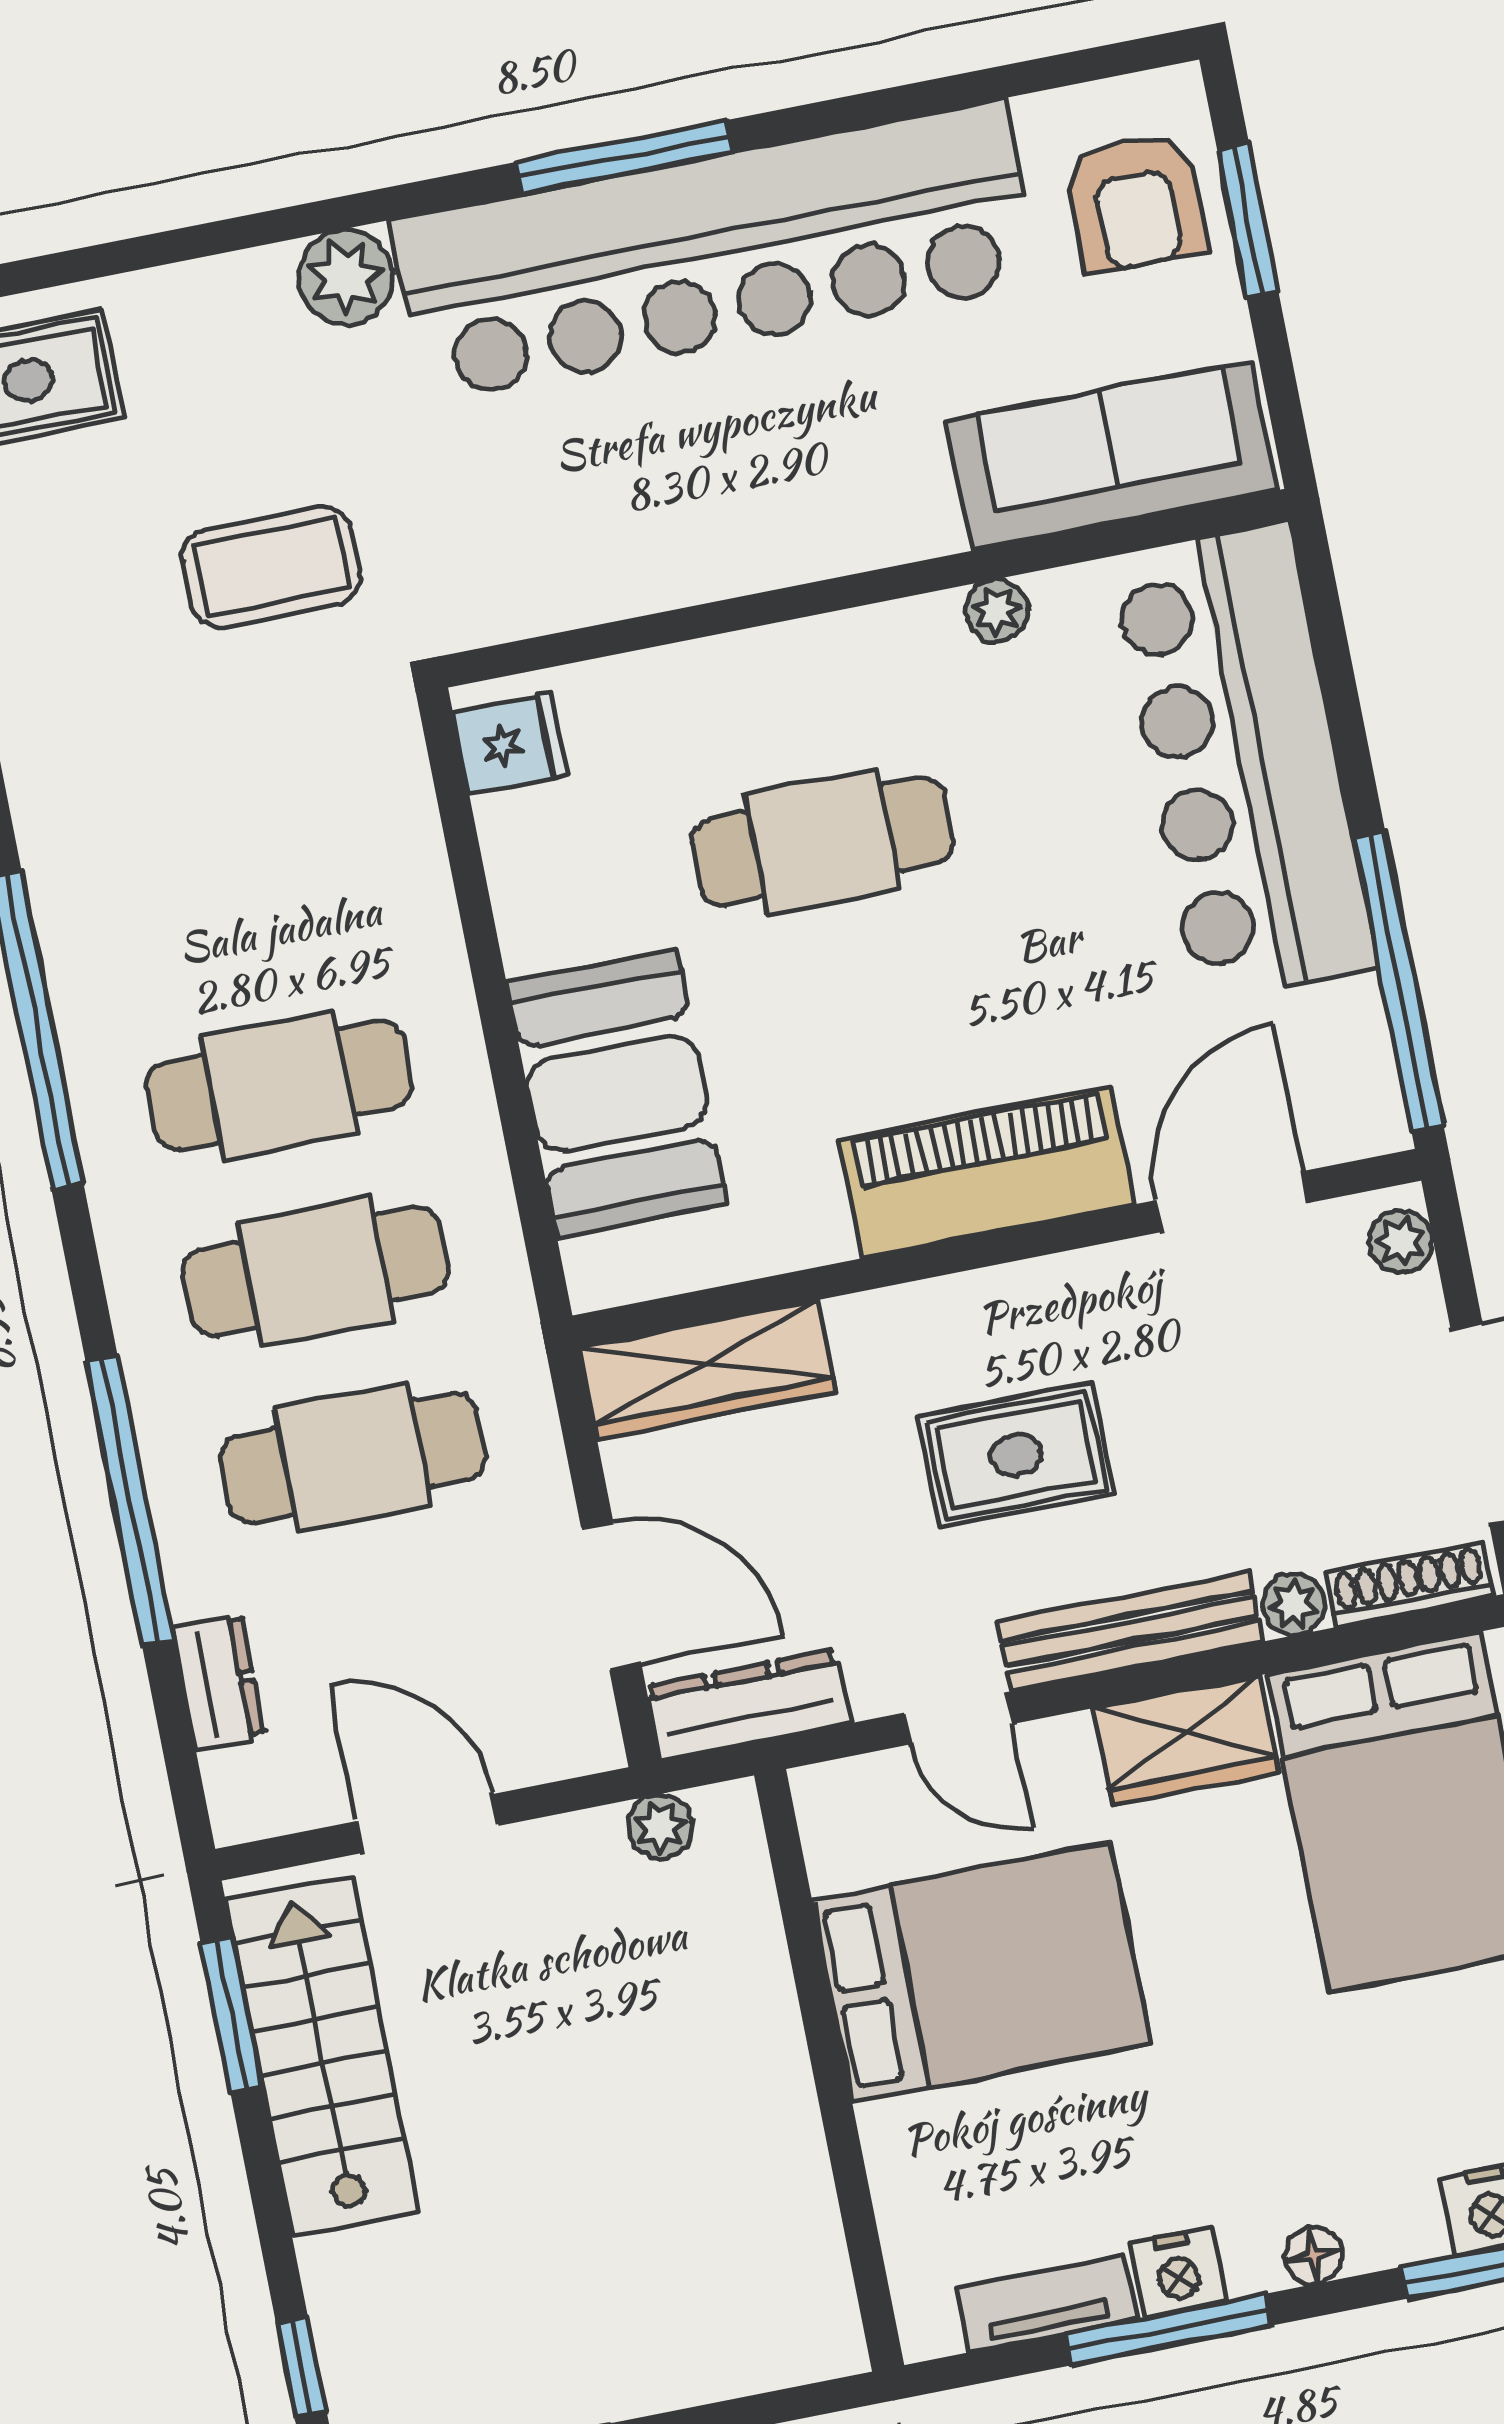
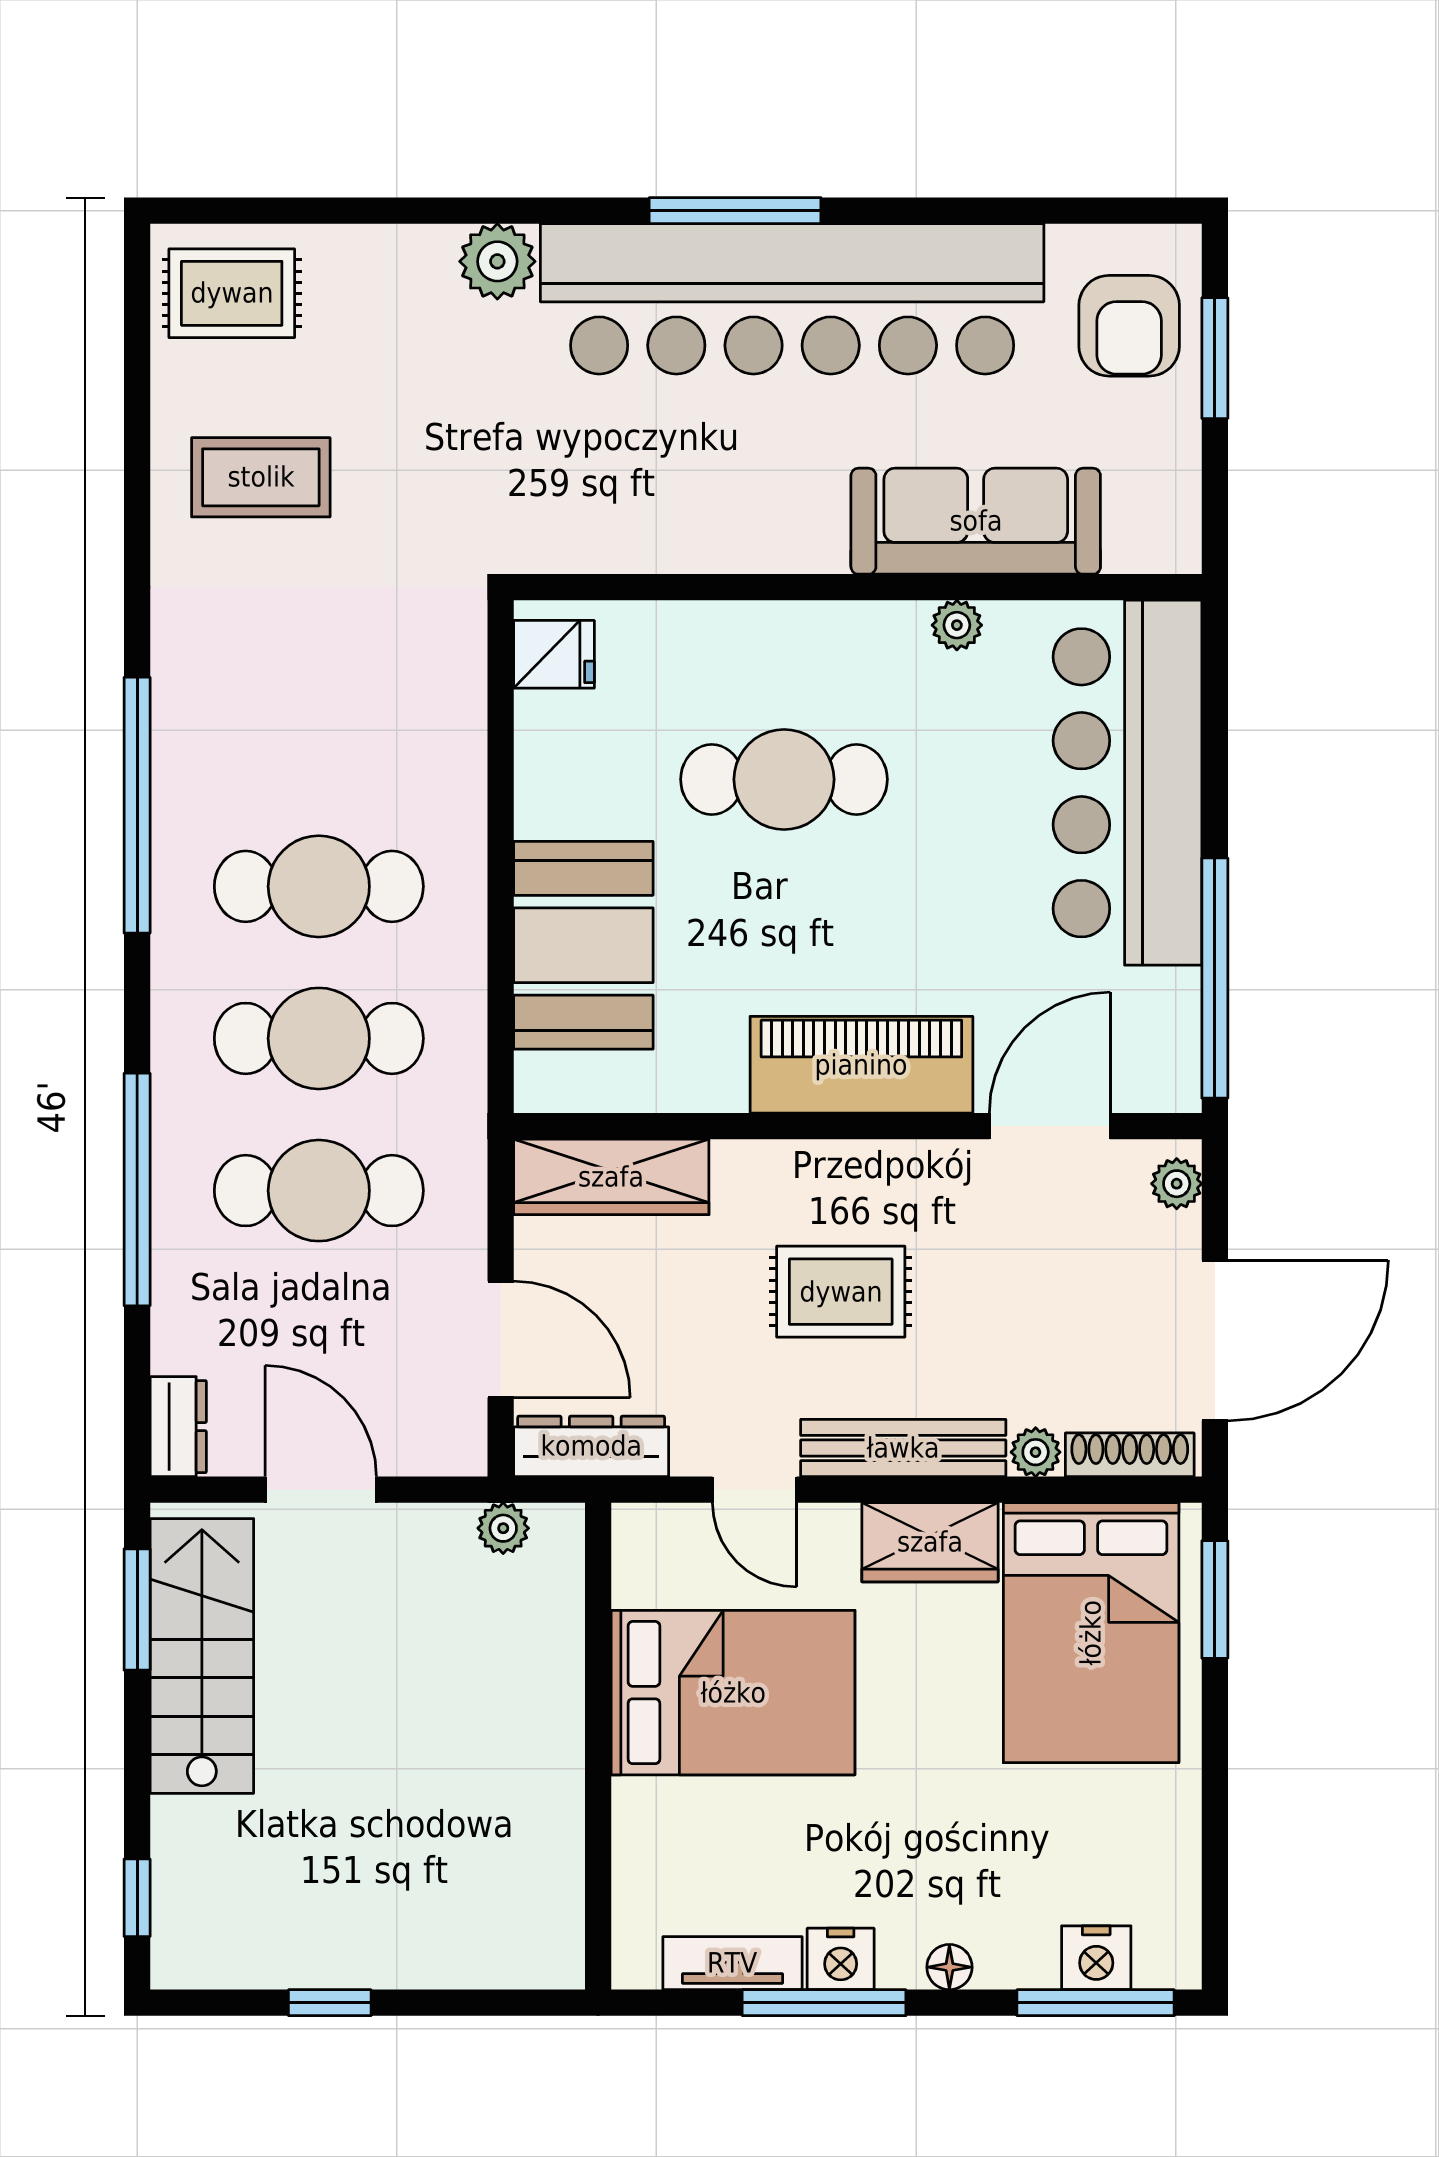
sofa: (1112, 456) -> (976, 521), moved
coffee table: (271, 567) -> (261, 477), moved
dresser: (218, 1682) -> (178, 1427), moved

